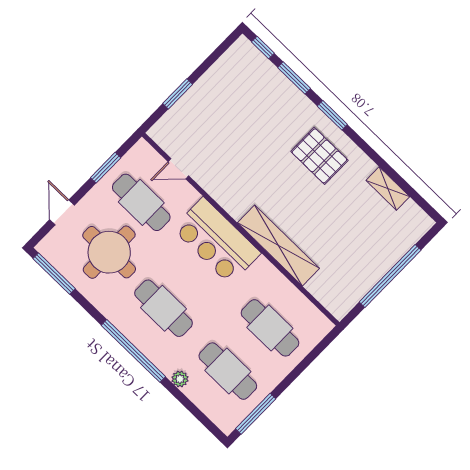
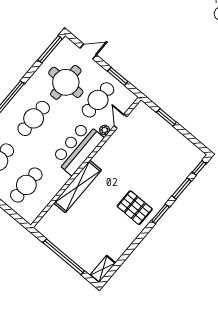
pallet: (319, 156) -> (135, 208), turned 90
shelving: (388, 189) -> (103, 269), moved
plant: (191, 195) -> (105, 130), added

